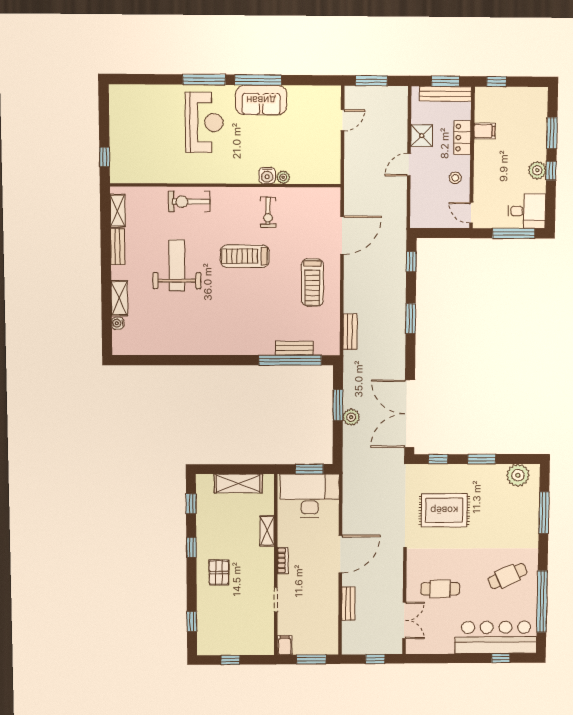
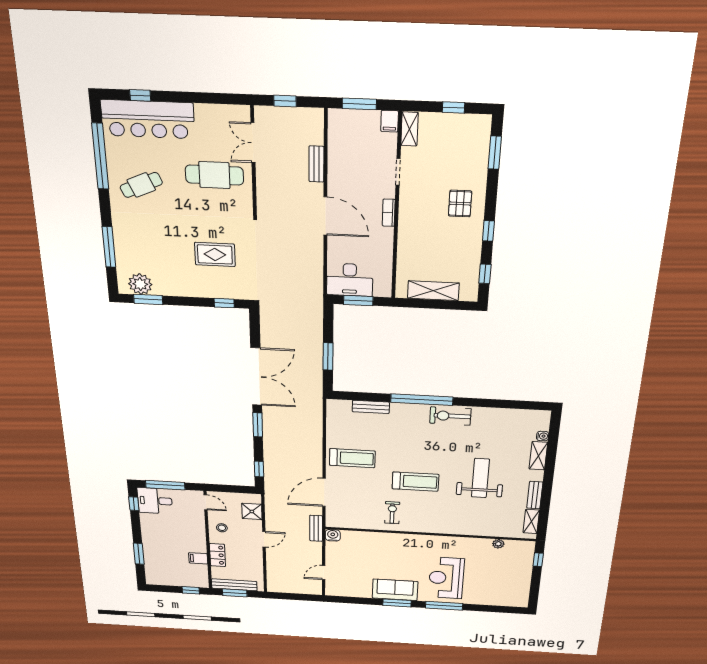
window: (258, 80) -> (397, 603), width x0.69
window: (371, 81) -> (299, 597), removed
shower: (422, 136) -> (252, 511), moved
plant: (537, 170) -> (149, 529), removed
window: (551, 171) -> (134, 504), moved
water cooler: (267, 175) -> (333, 535), moved
plant: (283, 177) -> (498, 544), moved
exercise bike: (189, 202) -> (450, 416), moved, turned 180
weight bench: (177, 265) -> (480, 478), turned 180
treadmill: (312, 283) -> (352, 458), turned 90
bench: (350, 332) -> (316, 528), moved
window: (290, 360) -> (422, 400), moved
double door: (410, 414) -> (256, 377), moved
plant: (351, 417) -> (315, 345), removed
window: (482, 459) -> (148, 299), moved
desk: (310, 496) -> (350, 280), width x0.73, depth x0.77
rug: (444, 510) -> (215, 254), width x0.73, depth x0.70
shelving: (267, 531) -> (409, 129), moved
door: (340, 554) -> (325, 216), swing flipped
cafe table: (440, 589) -> (214, 175), width x1.37, depth x1.35
window: (192, 621) -> (495, 153), width x1.50

